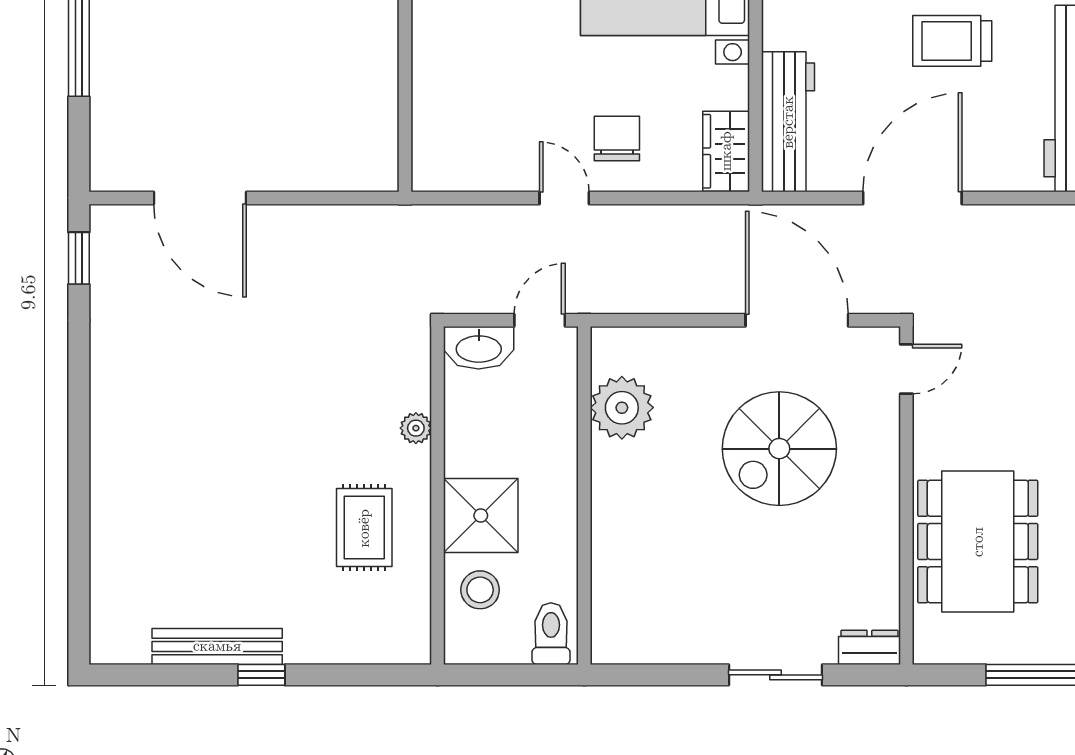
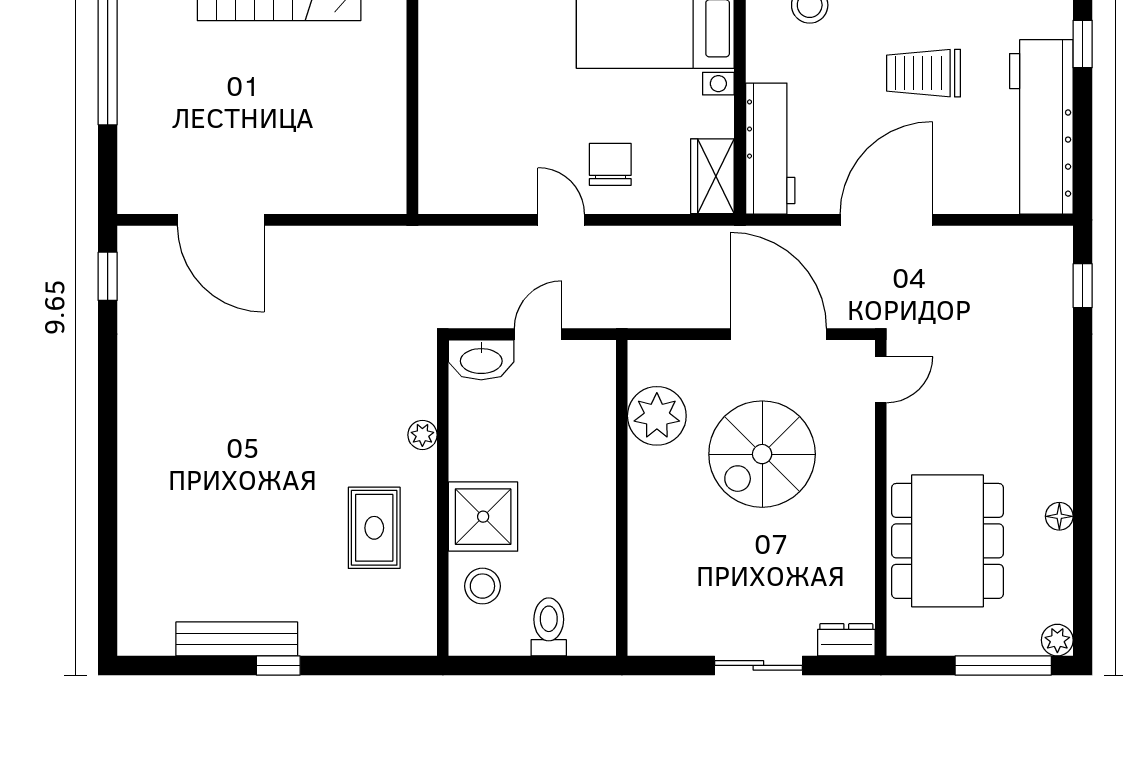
plant: (622, 408) -> (657, 416), moved
wall: (584, 496) -> (622, 498), moved

